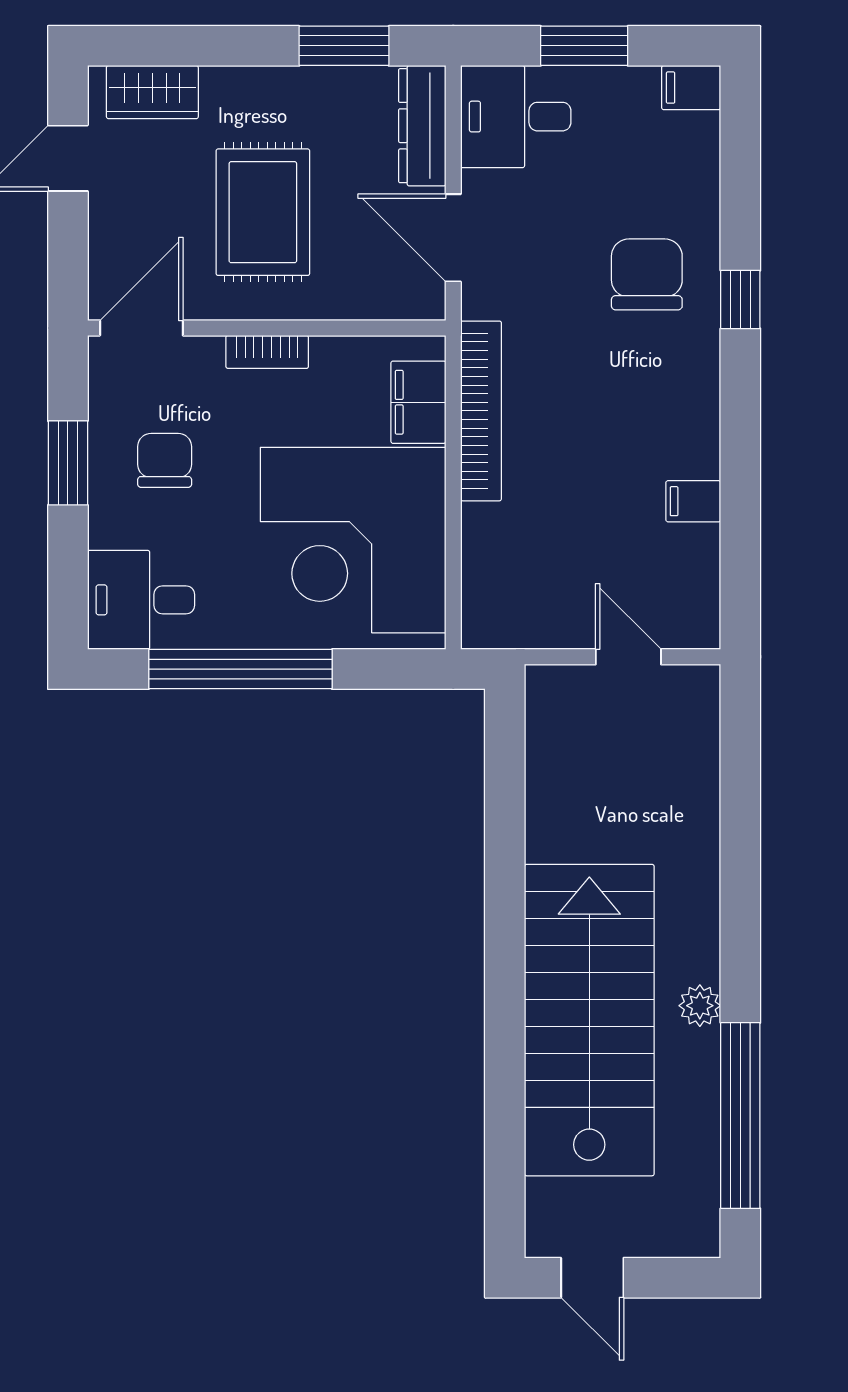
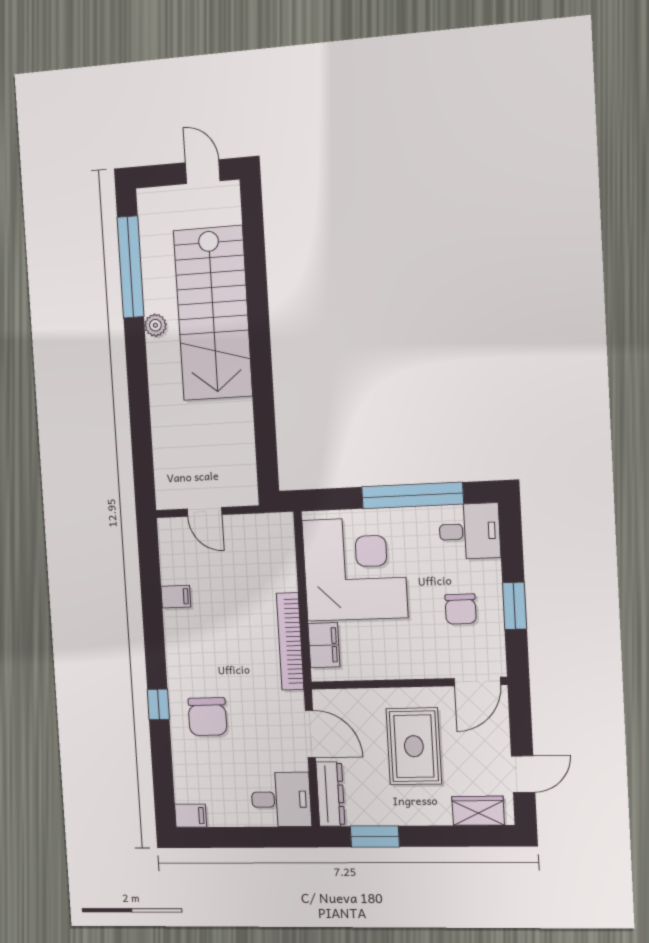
window: (584, 46) -> (248, 837), removed
bookcase: (267, 352) -> (407, 670), removed

